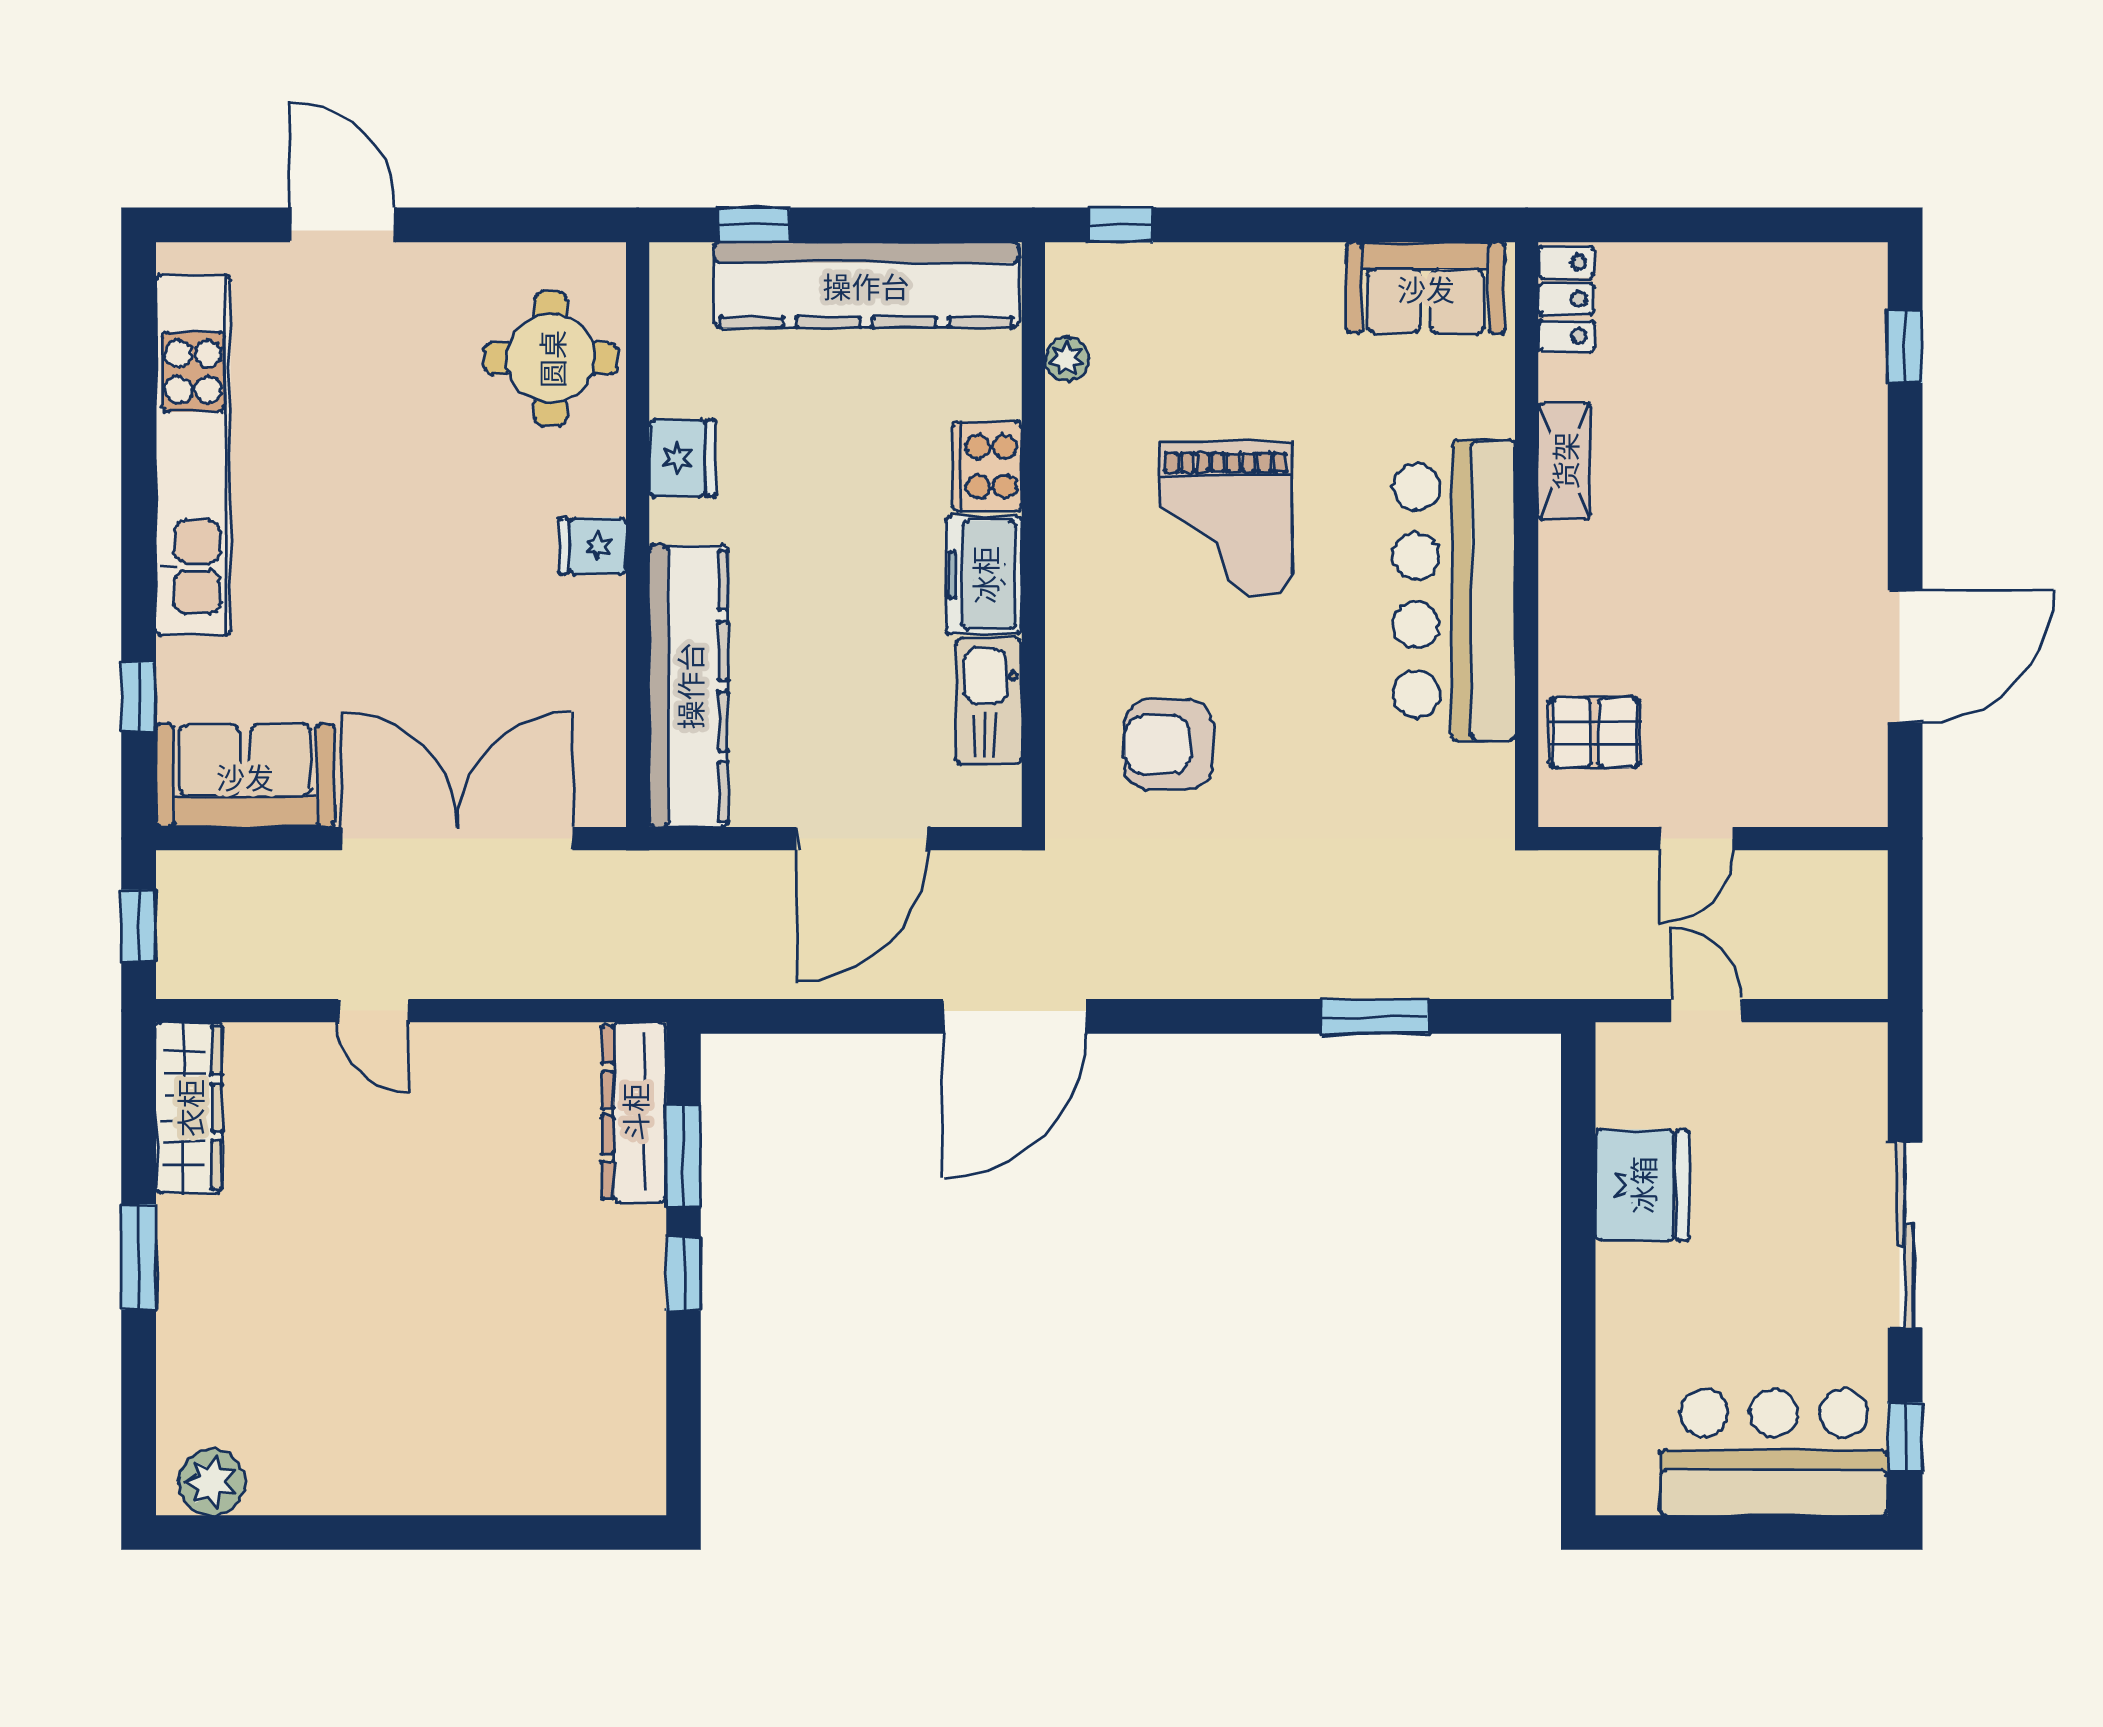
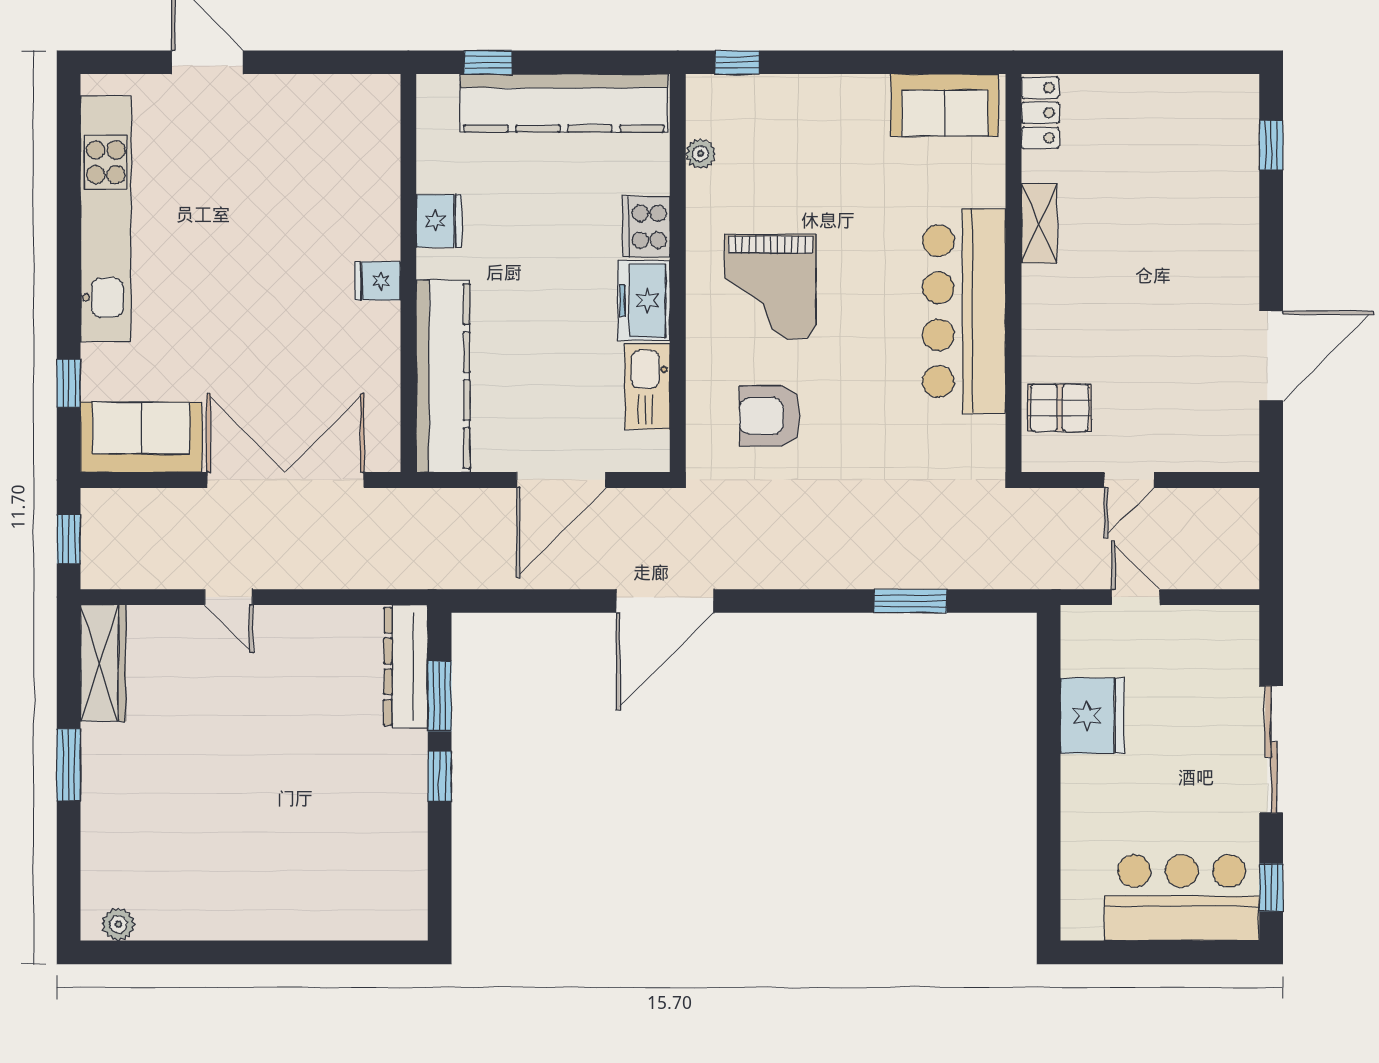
round table: (551, 359) -> (349, 153), removed
grand piano: (1226, 518) -> (770, 287), moved
plant: (212, 1482) -> (118, 924), width x0.73, depth x0.73

